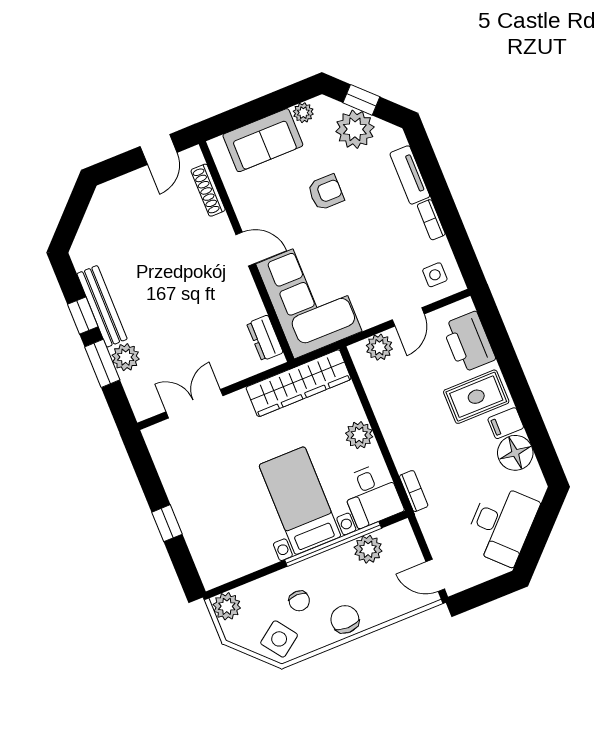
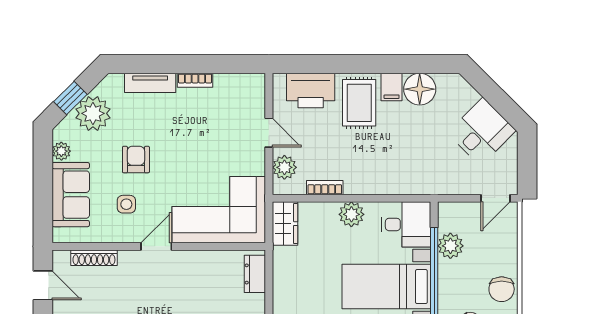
side table: (435, 275) -> (126, 204), moved
dresser: (265, 338) -> (255, 274), moved, turned 90
wardrobe: (299, 383) -> (285, 224), width x0.48, depth x0.85
bookcase: (414, 491) -> (325, 188), moved
desk: (501, 525) -> (482, 132), width x0.73
chair: (345, 619) -> (502, 289), turned -90

